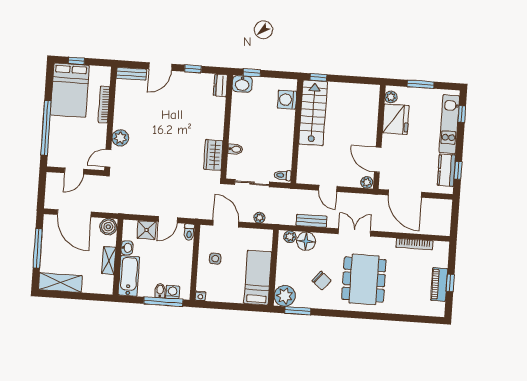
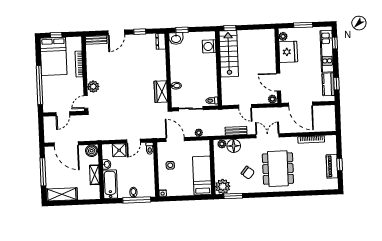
washing machine: (173, 292) -> (143, 192), removed

